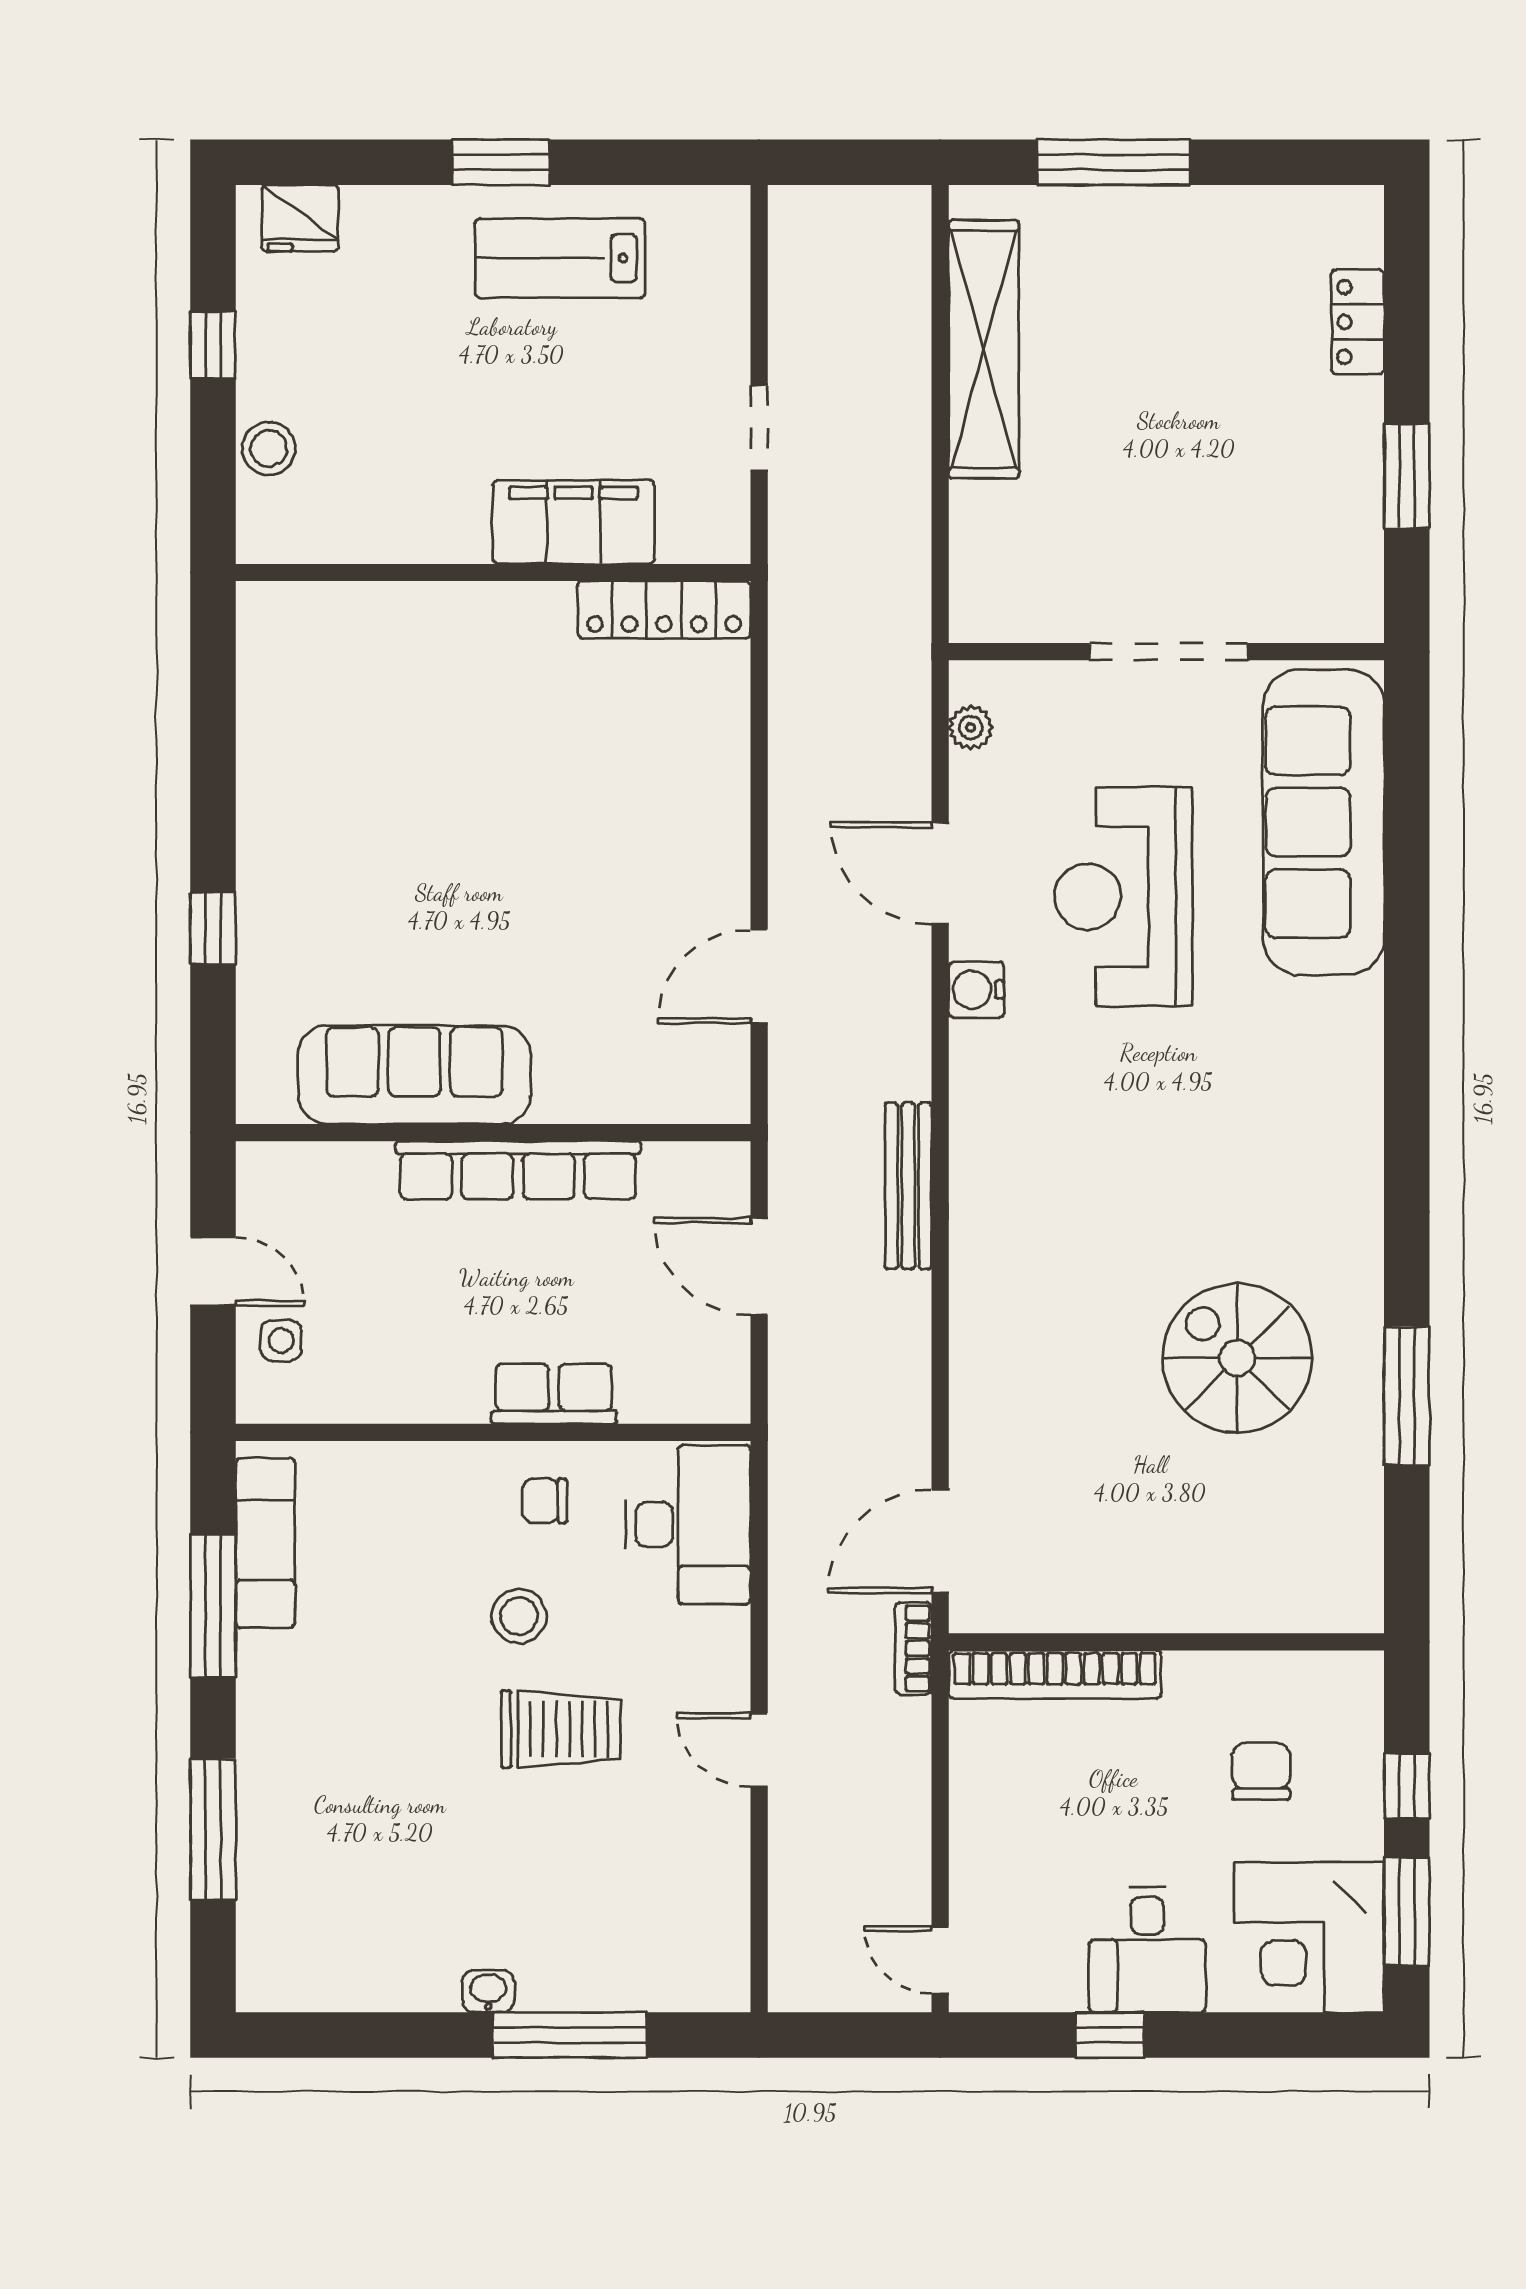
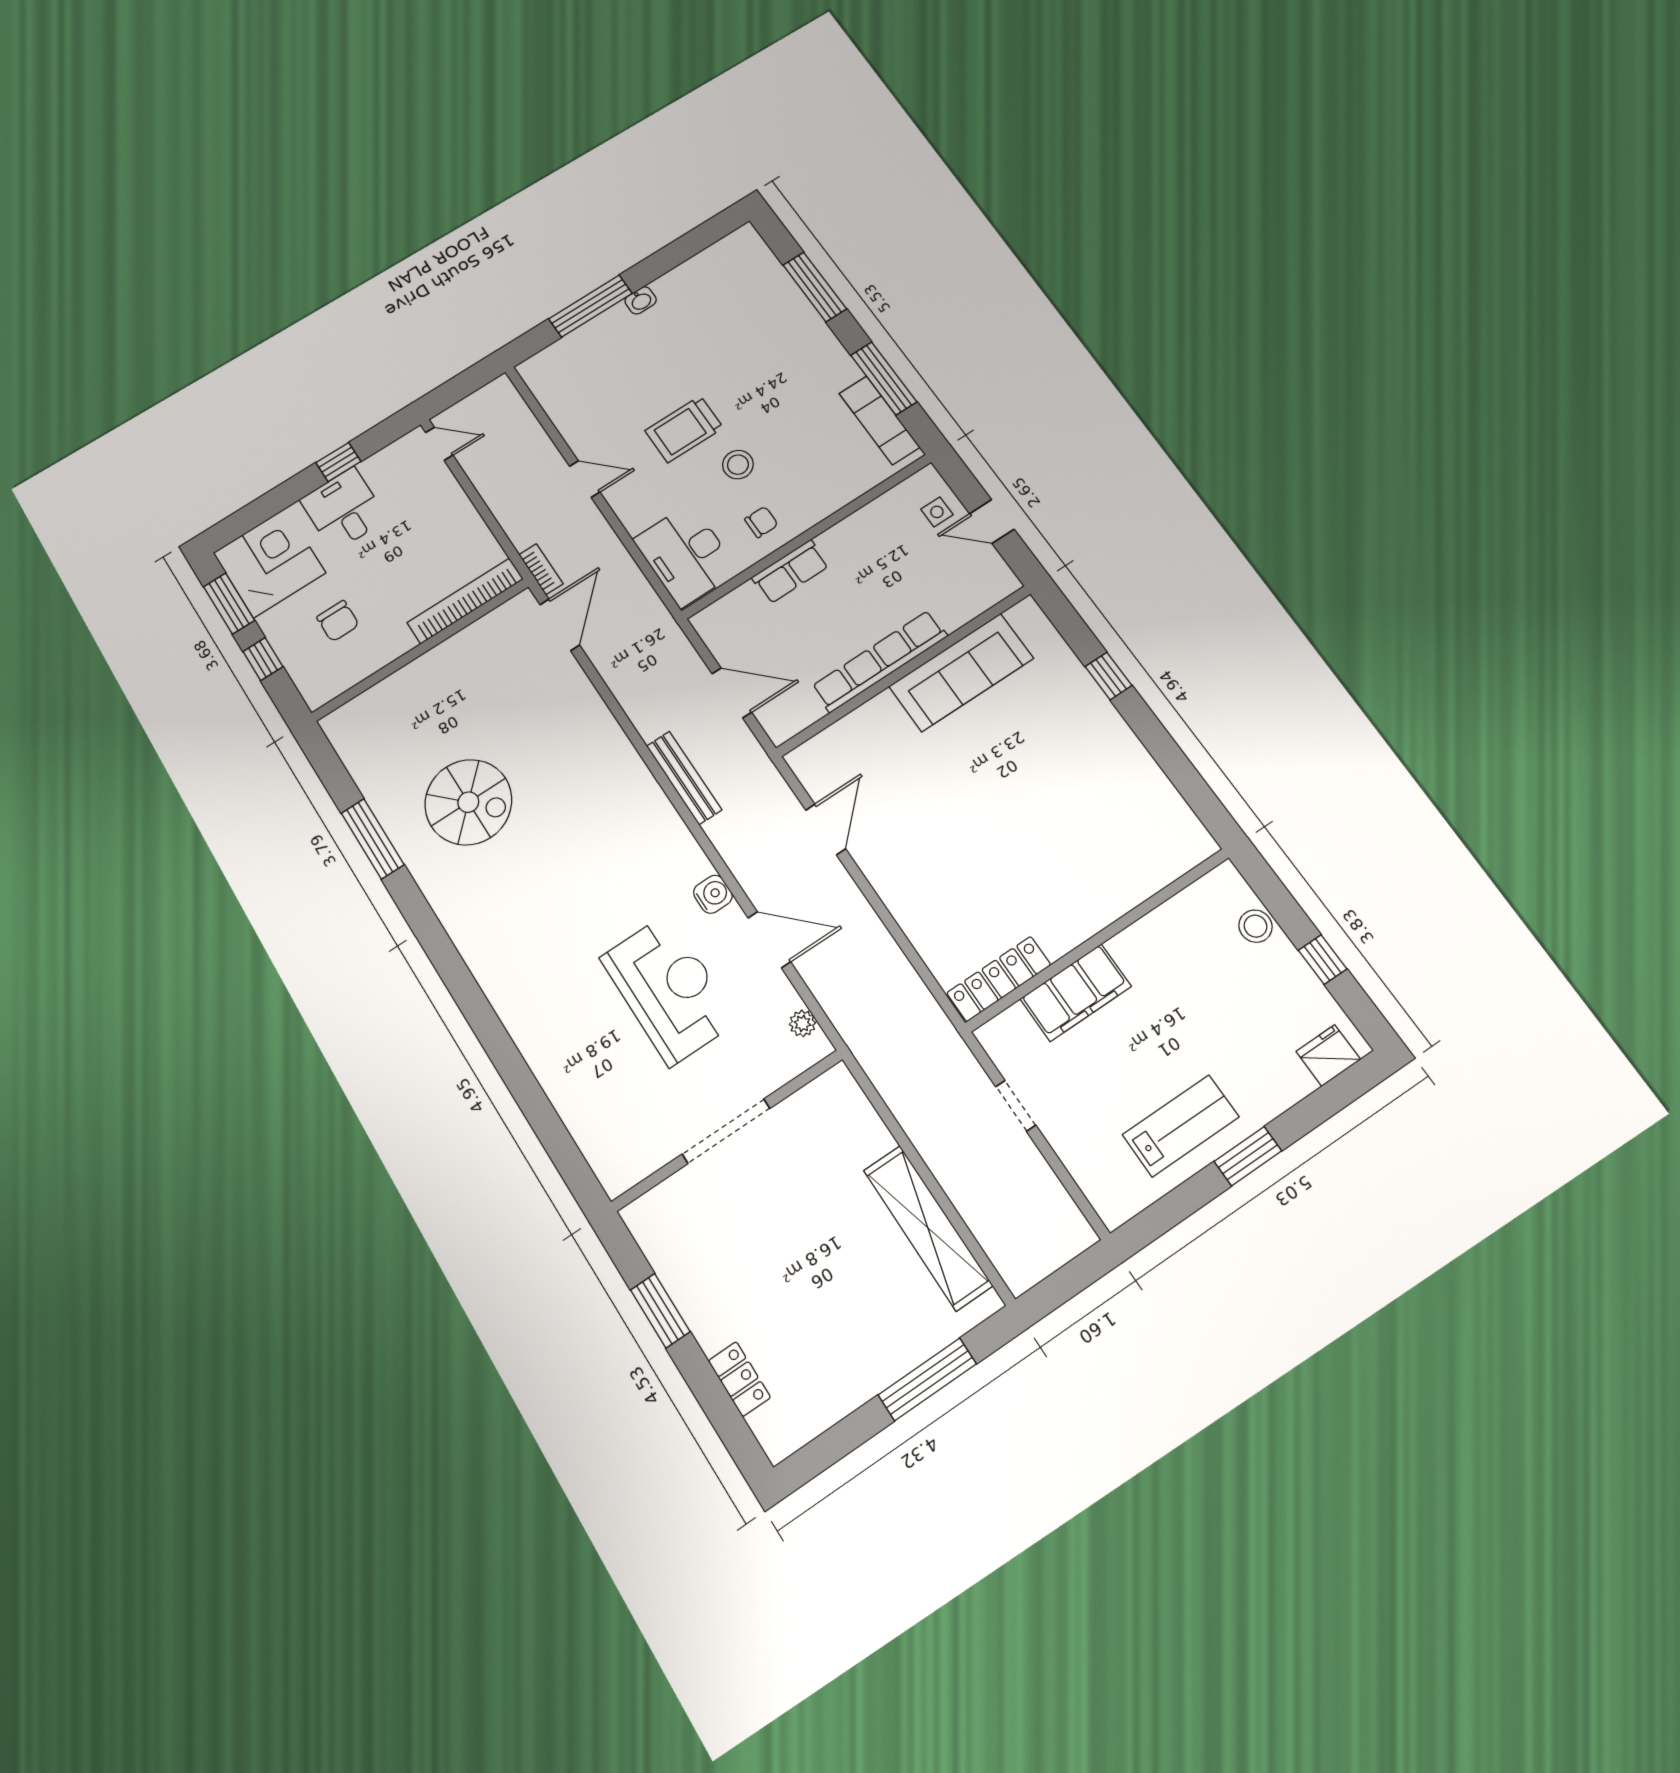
sofa: (1324, 822) -> (590, 1096), removed

